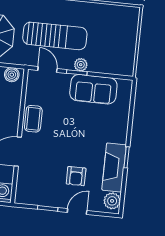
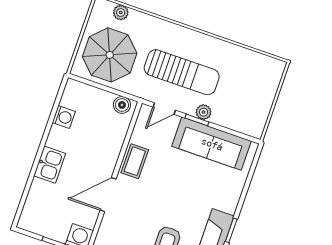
door: (47, 69) -> (164, 109), swing flipped
sofa: (93, 89) -> (212, 144), width x1.36

